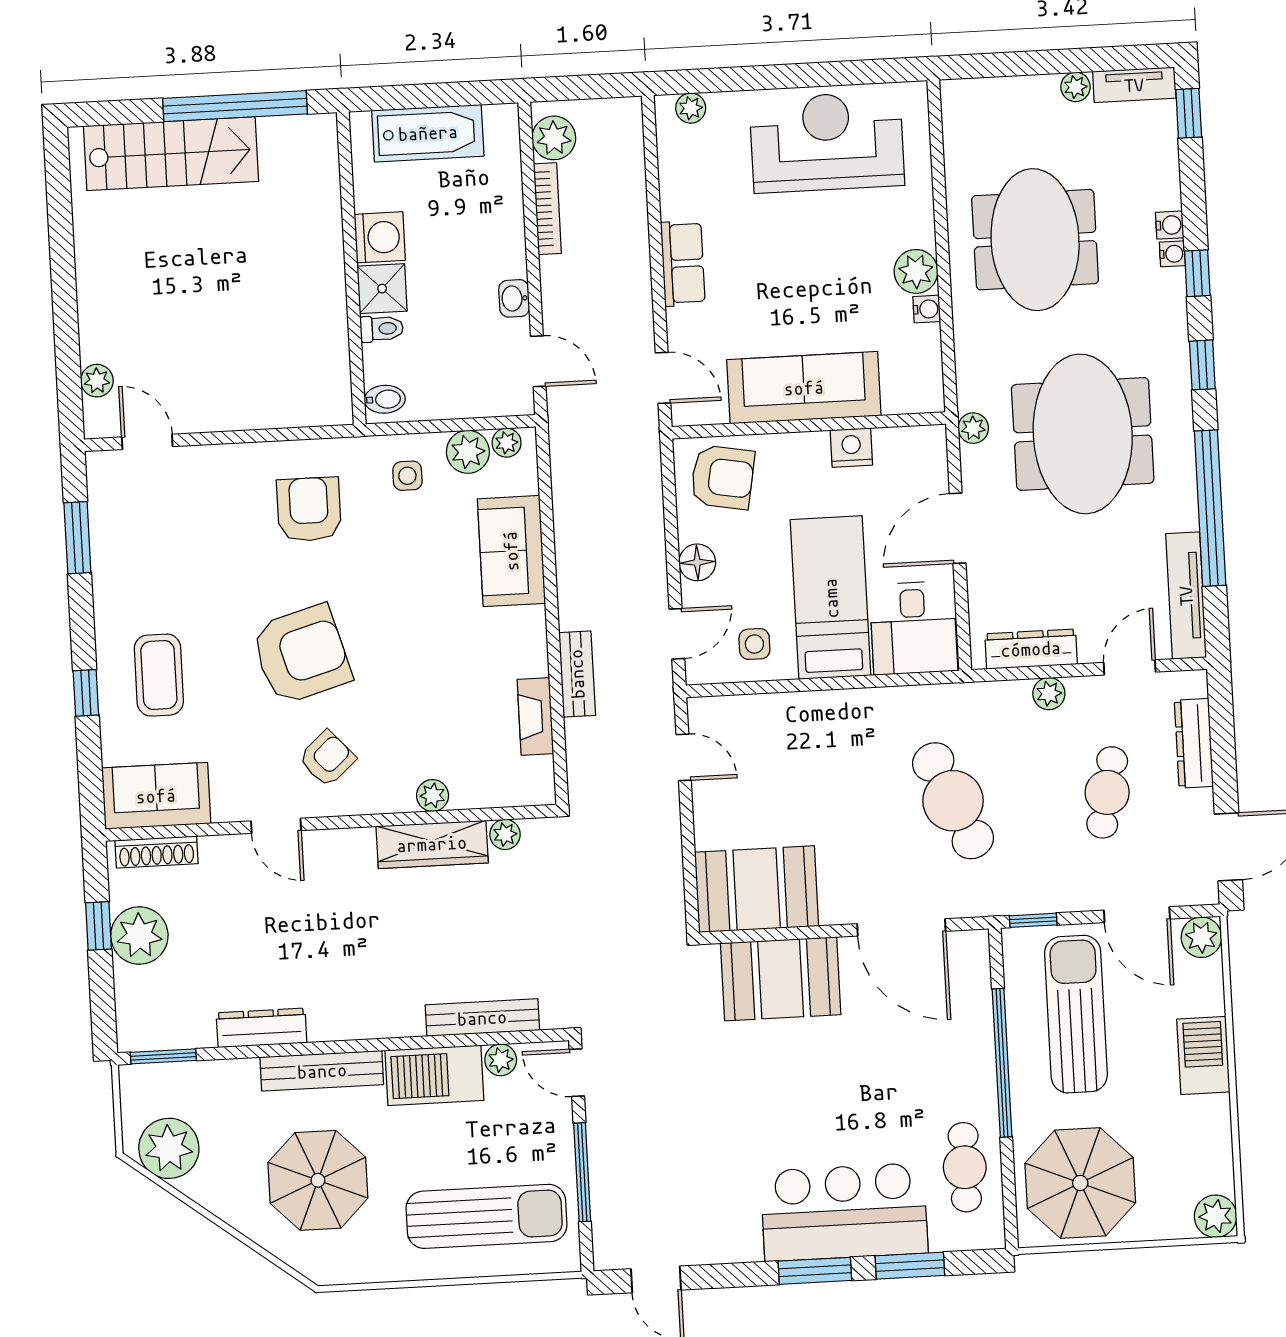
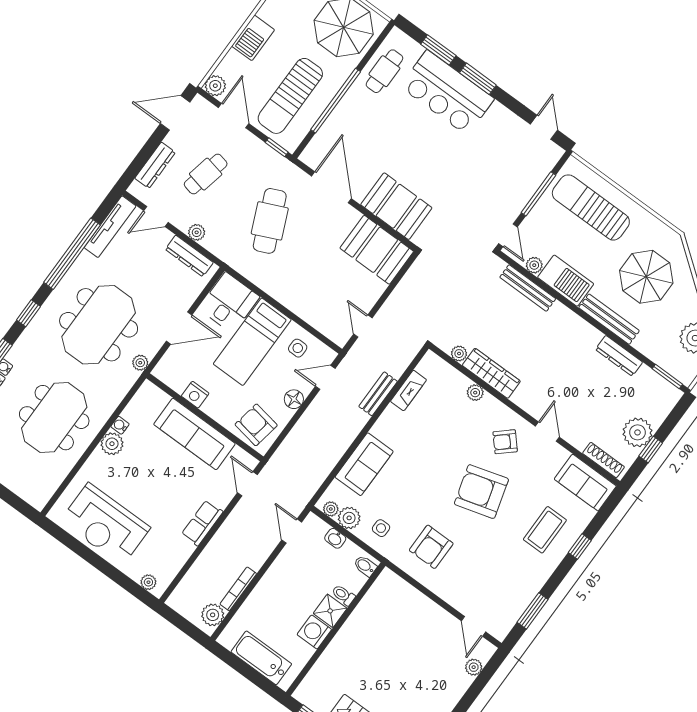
washbasin: (514, 298) -> (335, 538), moved, turned 90

